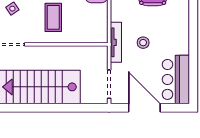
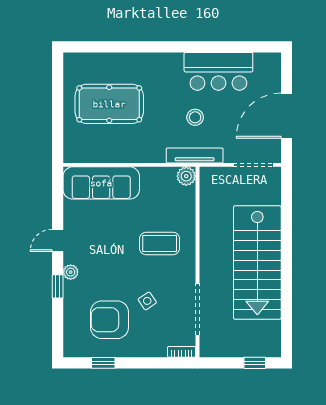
plant: (101, 36) -> (186, 176), added
bar counter: (176, 79) -> (218, 71), moved

